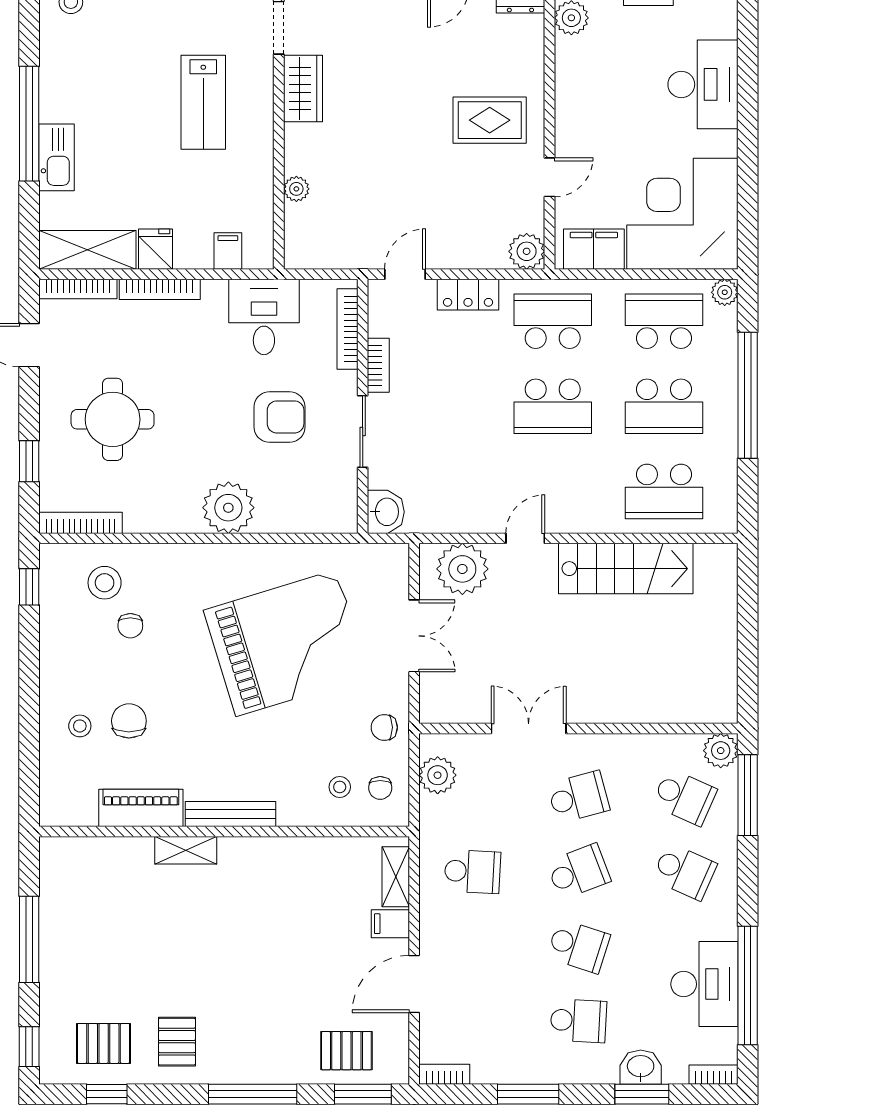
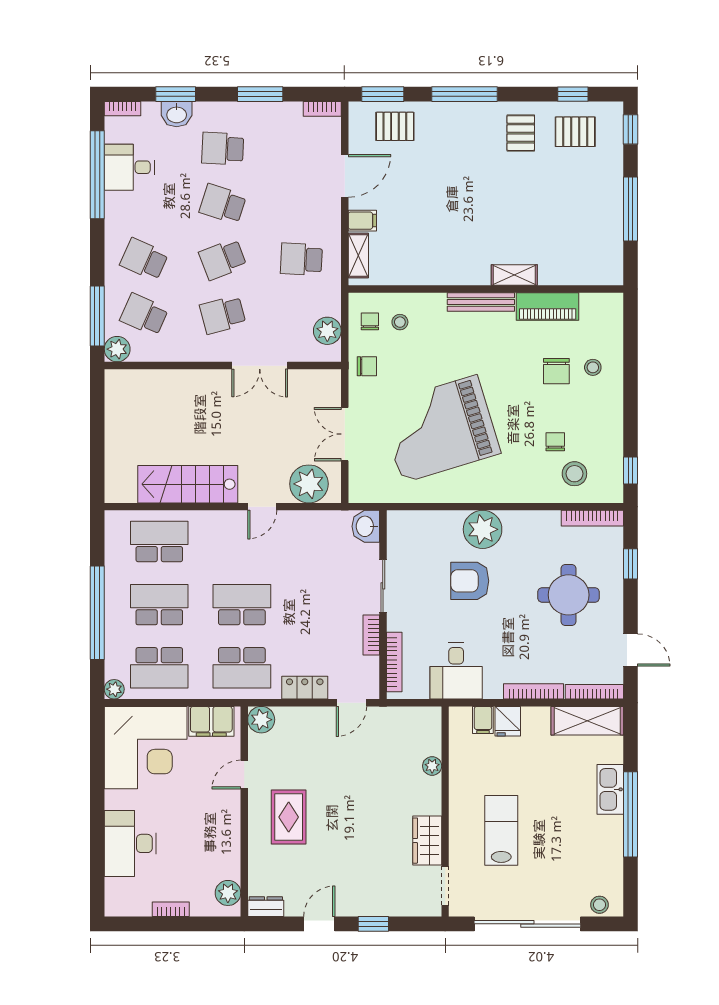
rug: (490, 120) -> (289, 817), turned 90
fridge: (155, 249) -> (508, 721), moved
armchair: (279, 417) -> (470, 581), moved
desk: (704, 984) -> (129, 167), width x0.73

